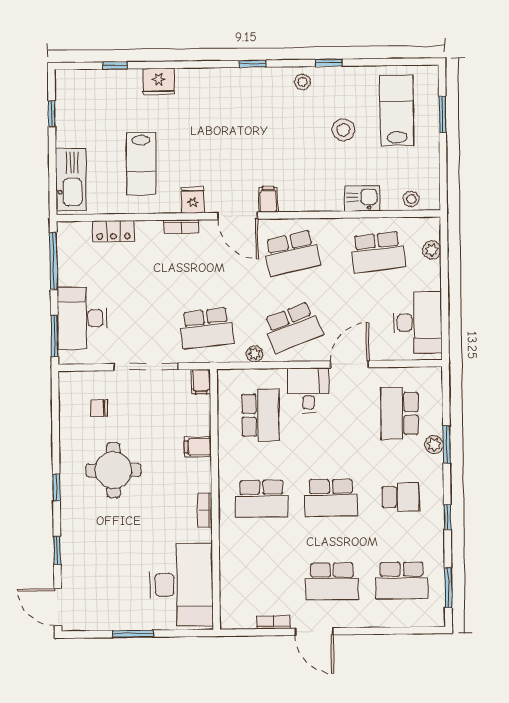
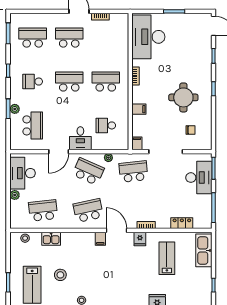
plant: (432, 250) -> (15, 195), moved
school desk: (293, 327) -> (88, 171), turned 45
school desk: (260, 415) -> (106, 125), width x0.54

